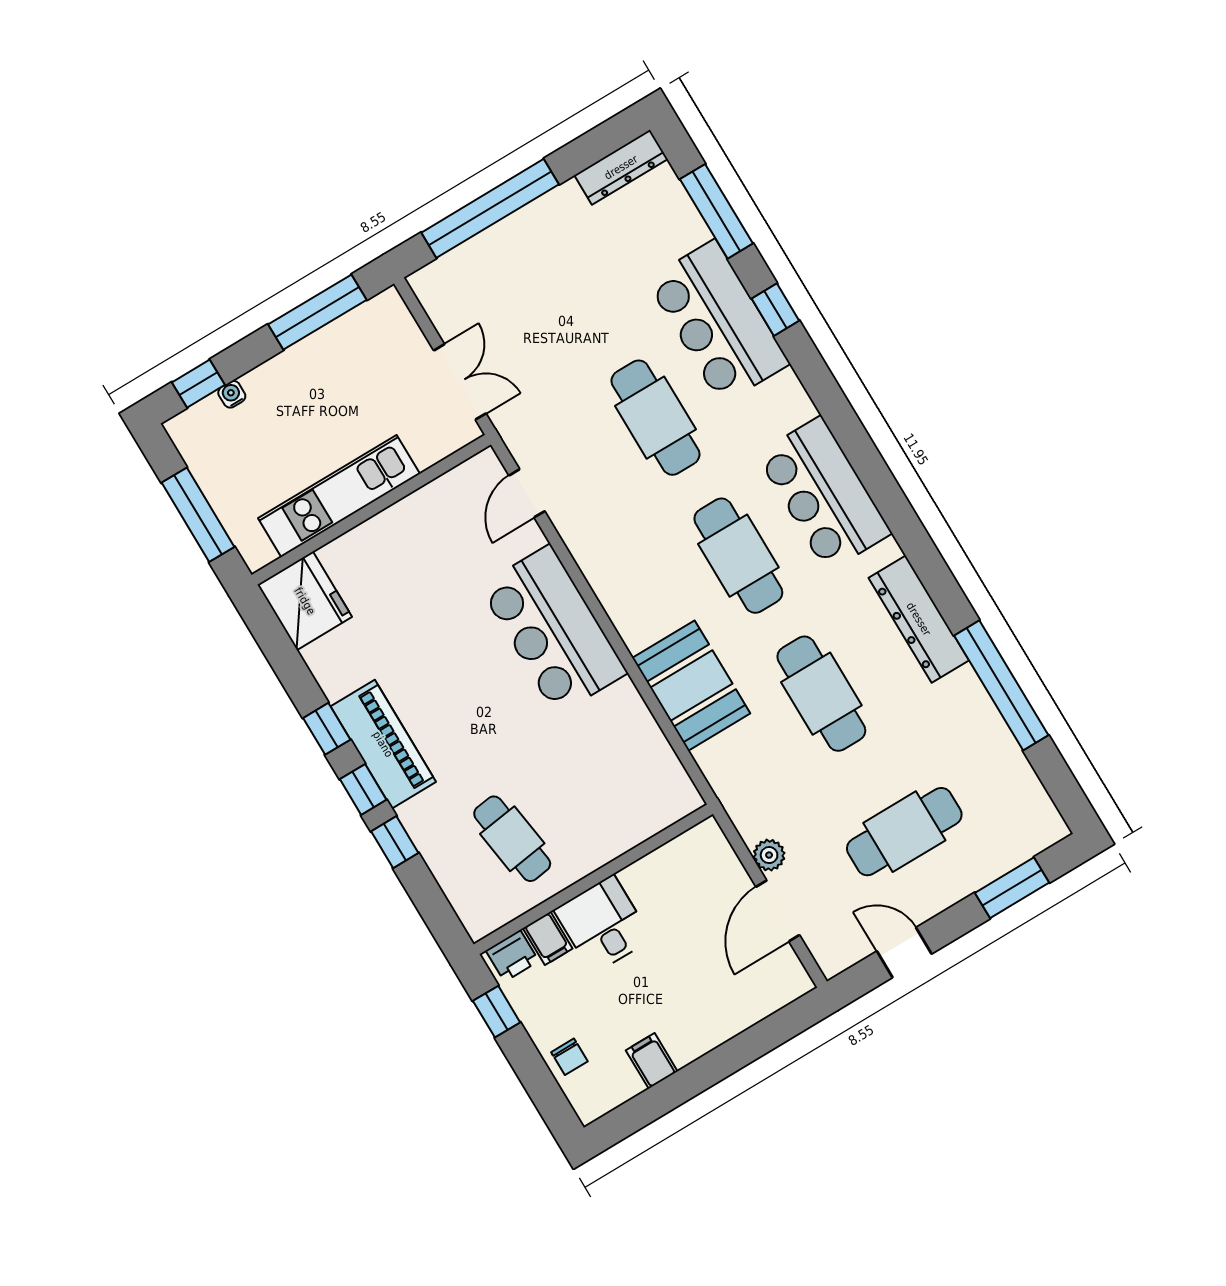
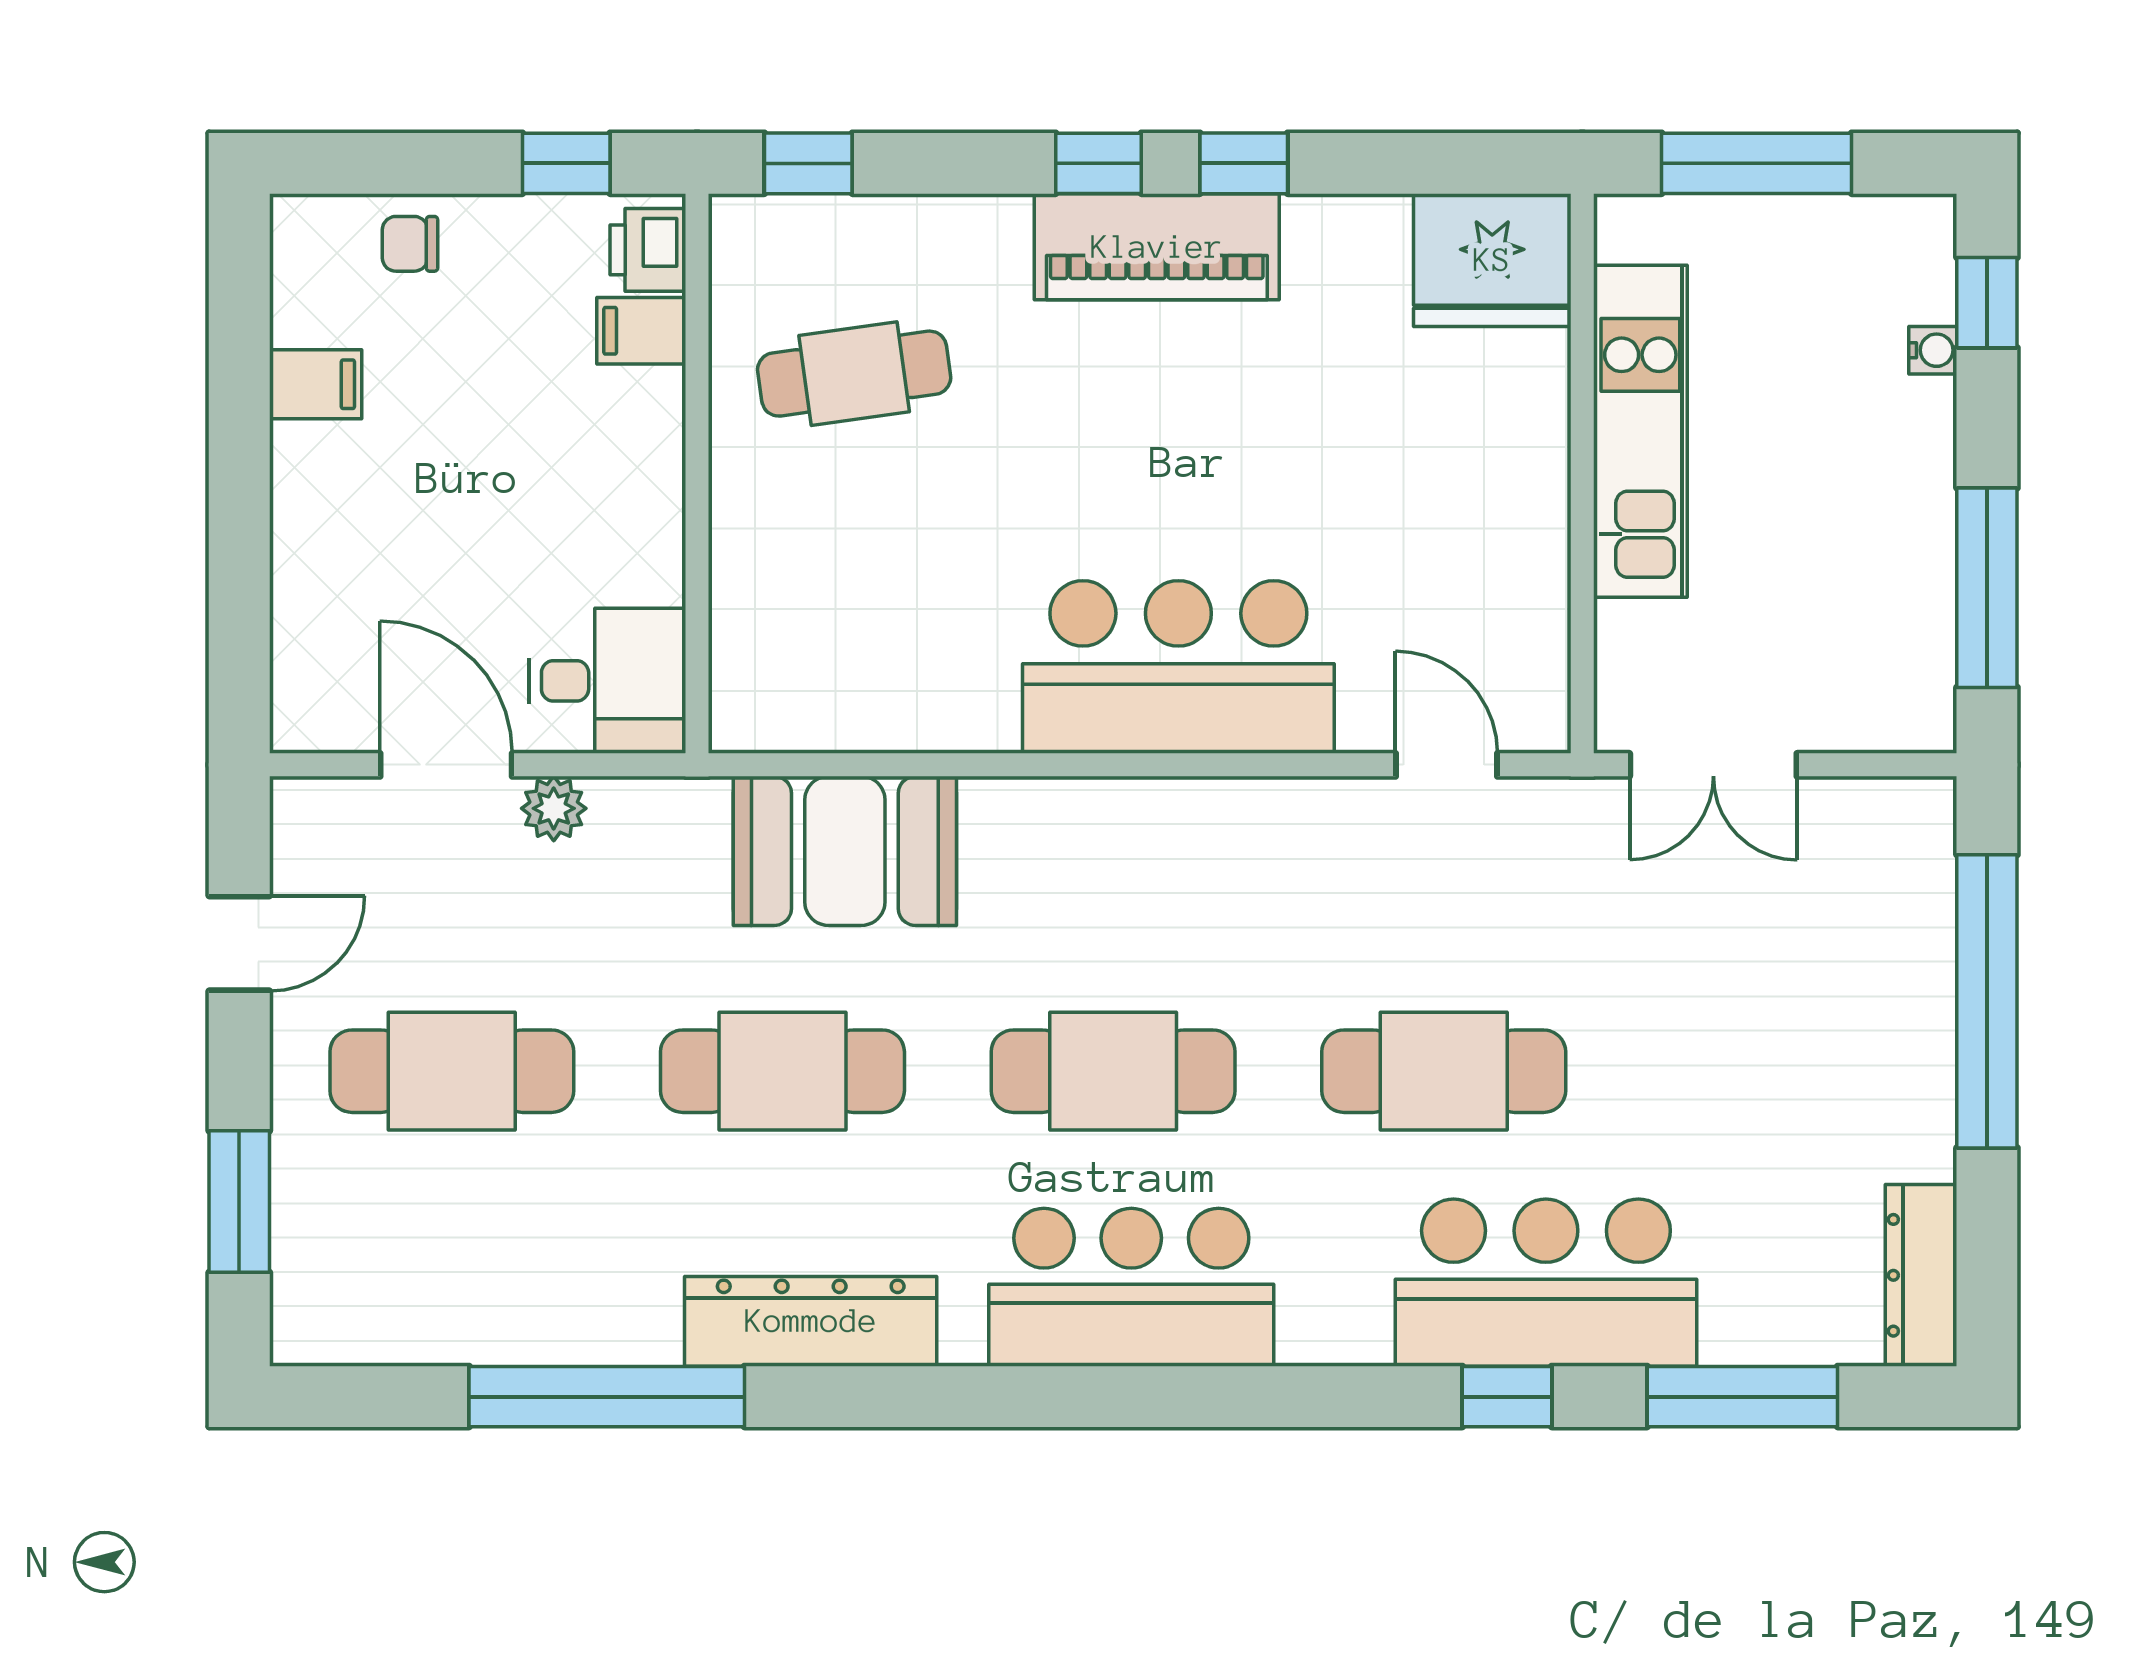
booth: (691, 686) -> (845, 851), moved
cafe table: (904, 832) -> (452, 1071), turned 90
window: (395, 842) -> (808, 163), moved
desk: (603, 924) -> (607, 681), moved

